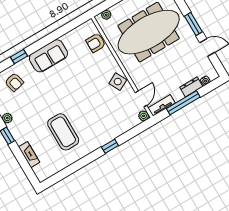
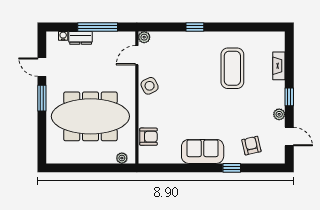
tv unit: (162, 105) -> (120, 37), removed

